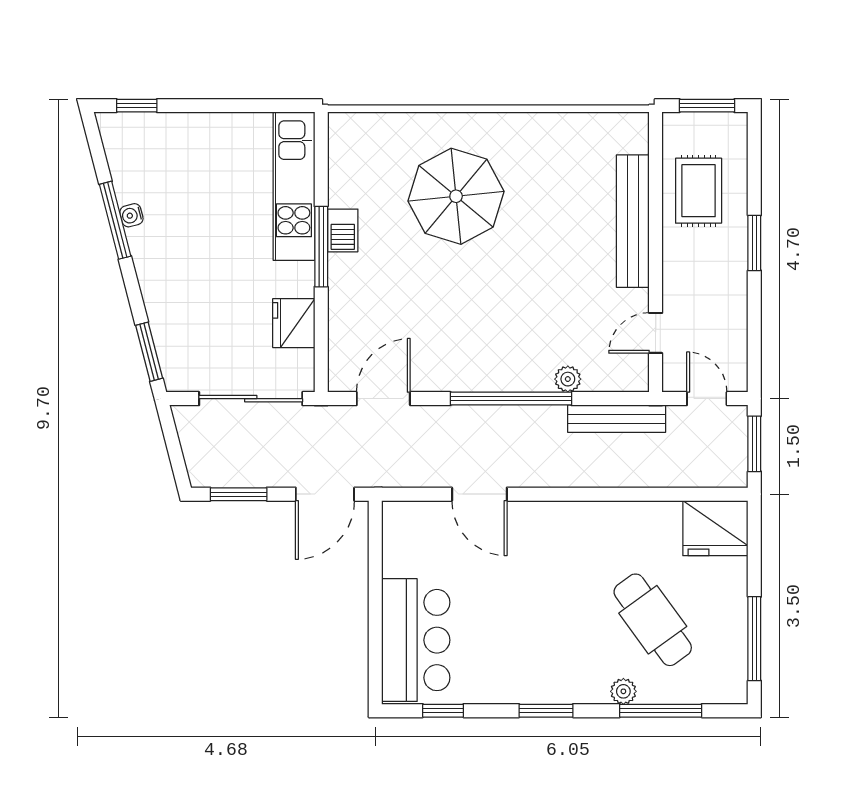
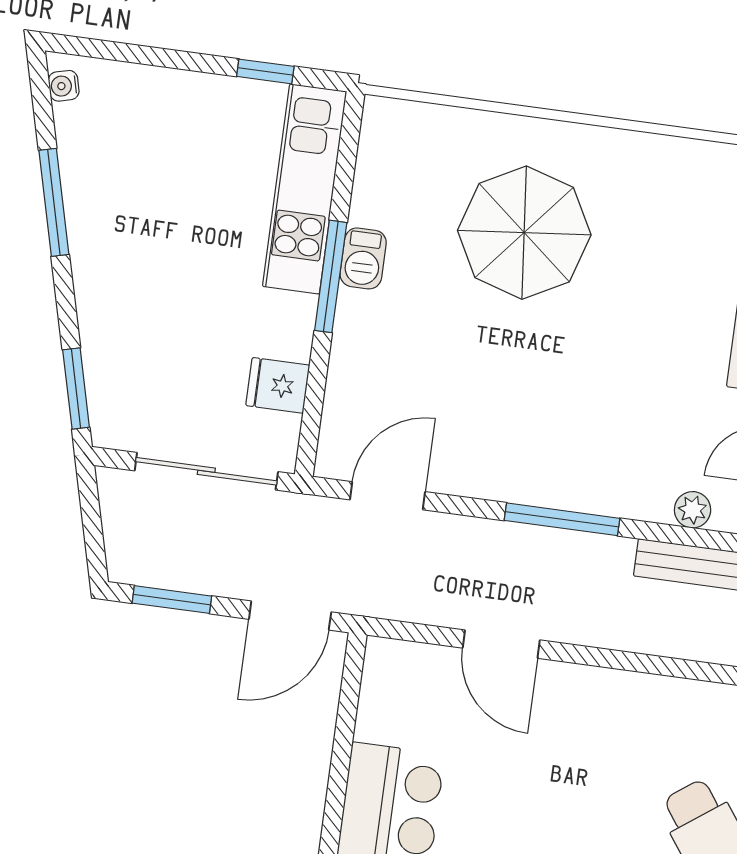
window: (137, 106) -> (265, 71), moved
water cooler: (131, 215) -> (64, 86), moved
fridge: (294, 323) -> (278, 385), width x0.72
plant: (568, 379) -> (693, 510), moved
window: (511, 399) -> (562, 519), width x0.68

